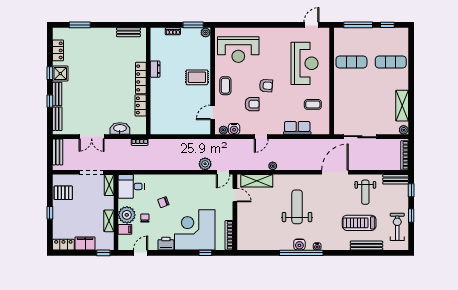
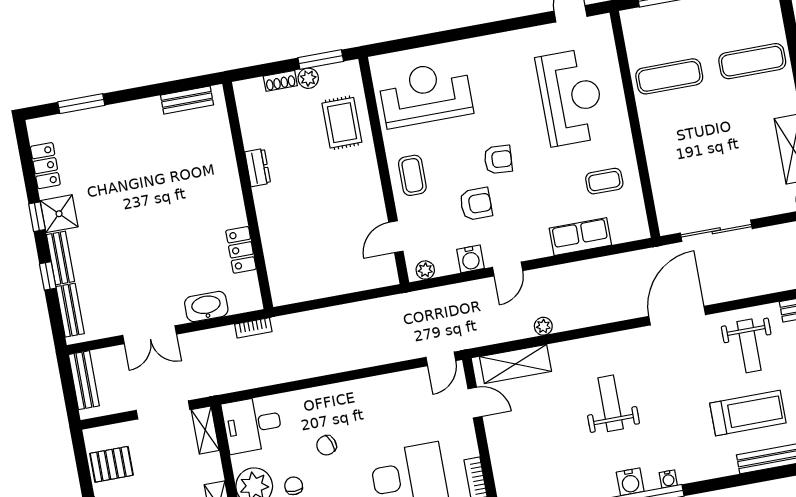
plant: (206, 32) -> (308, 78), moved
reception desk: (238, 50) -> (426, 94), turned 180
rug: (197, 77) -> (342, 123), moved, turned 90
locker: (141, 78) -> (231, 192), removed
water cooler: (234, 129) -> (471, 259), moved
plant: (205, 164) -> (400, 348), removed
weight bench: (297, 207) -> (611, 403), width x0.73, depth x0.75
treadmill: (359, 223) -> (748, 413), turned 180

